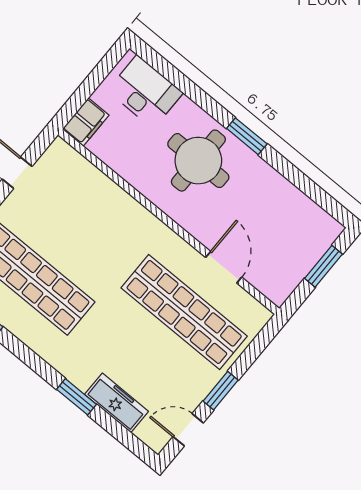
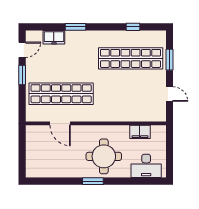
filing cabinet: (86, 122) -> (140, 132), moved, turned -90
window: (324, 266) -> (22, 156), removed
freezer: (117, 403) -> (54, 37), width x0.71

